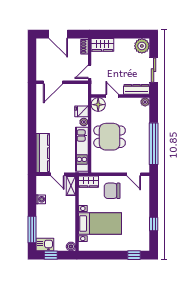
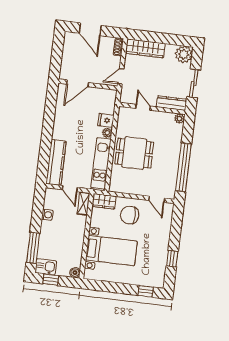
wardrobe: (102, 45) -> (145, 48), width x1.50
floor lamp: (98, 105) -> (126, 115), removed

